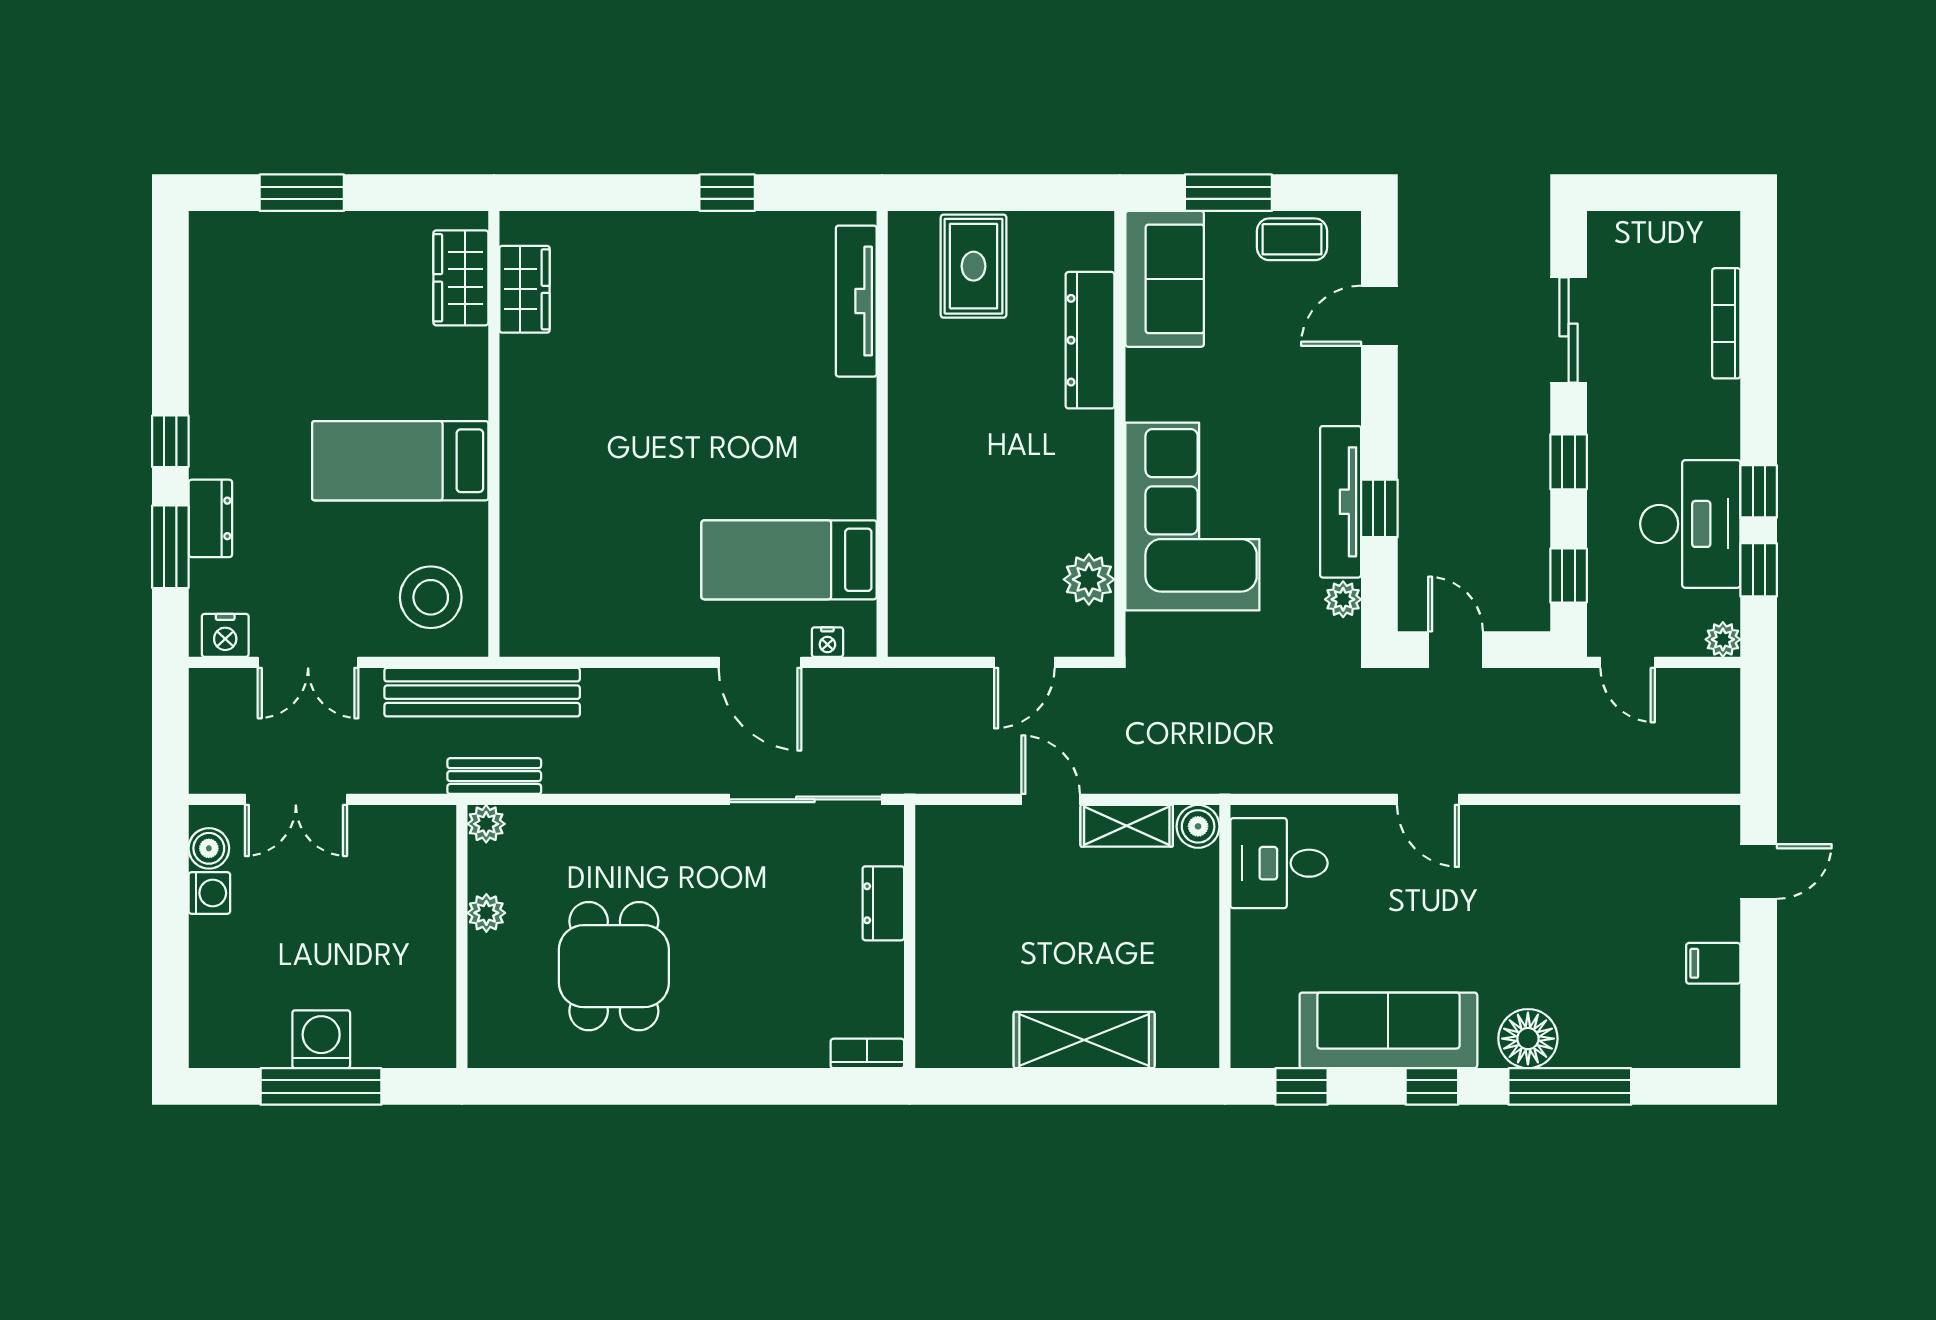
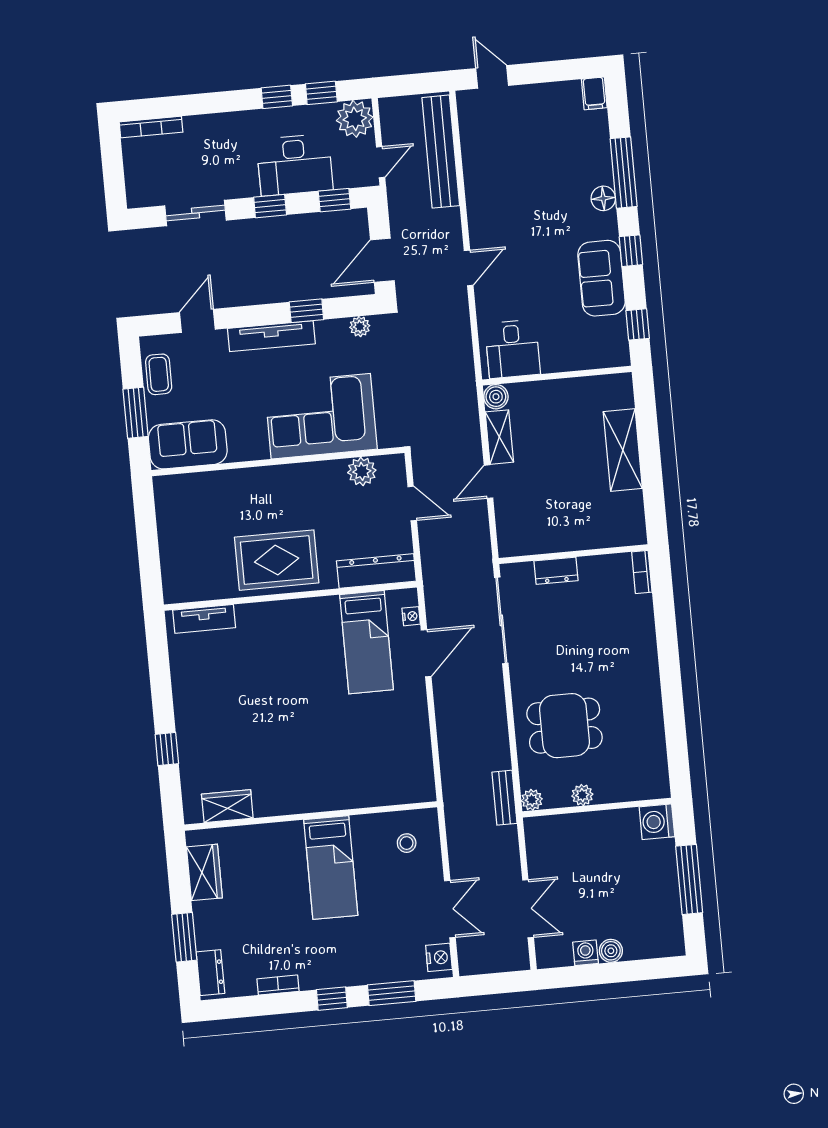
window: (727, 193) -> (167, 749), moved
rug: (974, 266) -> (277, 560), moved, width x1.36, depth x1.43
wardrobe: (461, 278) -> (204, 872), moved, turned -90
tv unit: (856, 301) -> (204, 619), width x0.71
door: (1379, 316) -> (197, 321), swing flipped
bookcase: (1726, 323) -> (151, 127), moved
dresser: (1090, 340) -> (376, 571), moved, turned 180
bookcase: (203, 349) -> (278, 985), added
tv unit: (1341, 502) -> (271, 336), moved
dresser: (210, 518) -> (210, 973), moved, turned 90
desk: (1690, 524) -> (295, 165), moved, turned 180
stool: (431, 597) -> (407, 843), width x0.53, depth x0.53
plant: (1723, 639) -> (355, 119), width x1.88, depth x1.88
door: (1455, 650) -> (382, 260), width x1.37
bench: (482, 692) -> (441, 152), moved
boiler: (209, 848) -> (611, 951), moved
filing cabinet: (1713, 963) -> (594, 93), moved
dining table: (614, 966) -> (565, 726), moved
sofa: (1388, 1030) -> (601, 278), width x0.73
washing machine: (321, 1039) -> (657, 822), moved
floor lamp: (1528, 1039) -> (603, 198), width x0.73, depth x0.73

